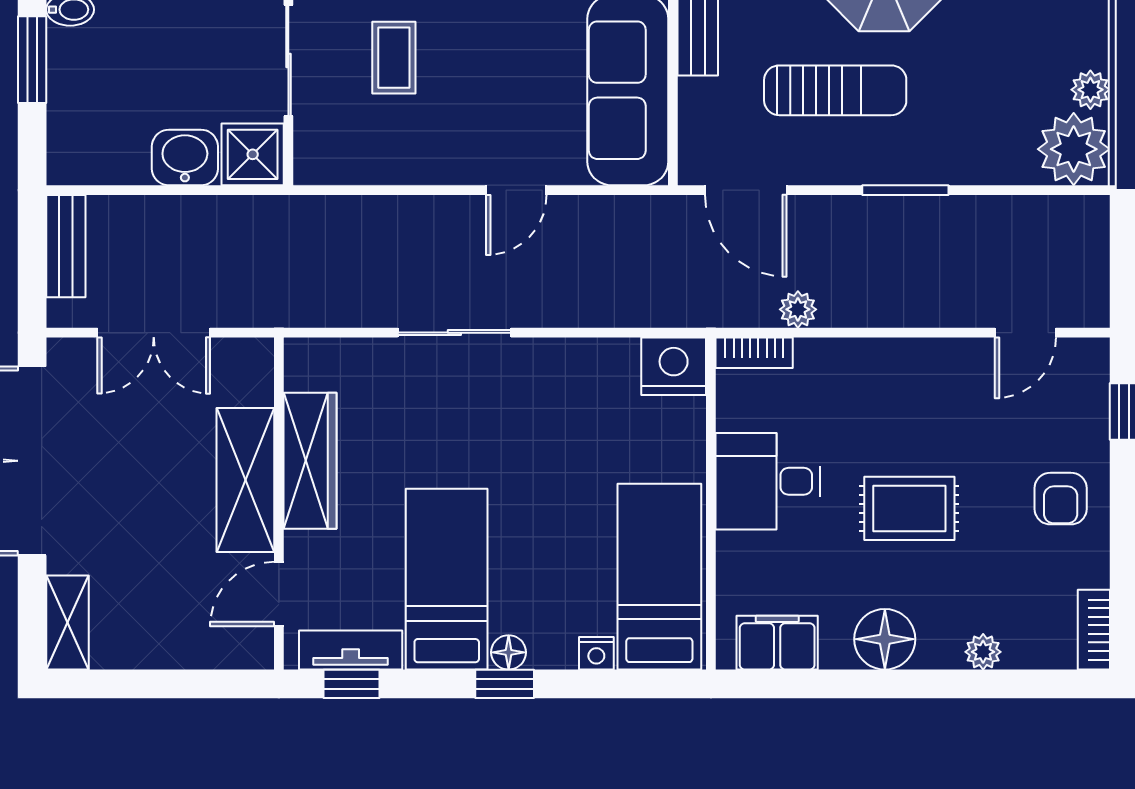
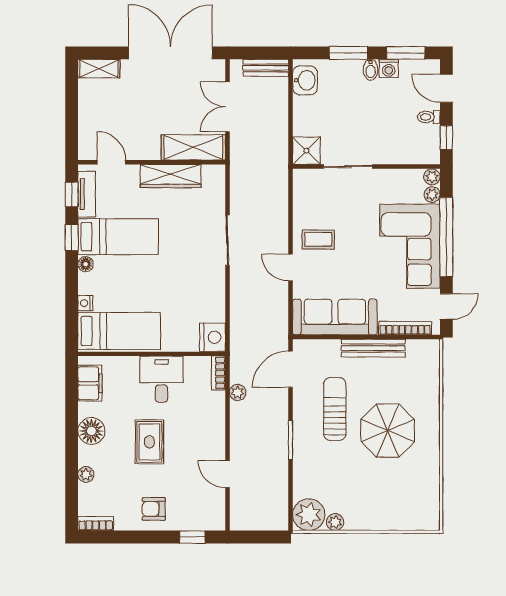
coffee table: (394, 58) -> (318, 239), moved
sun lounger: (835, 90) -> (335, 409), turned 180
washbasin: (185, 158) -> (305, 80), moved
door: (1025, 333) -> (227, 474), moved
shelving: (245, 480) -> (193, 147), moved
window: (505, 684) -> (72, 237), moved

